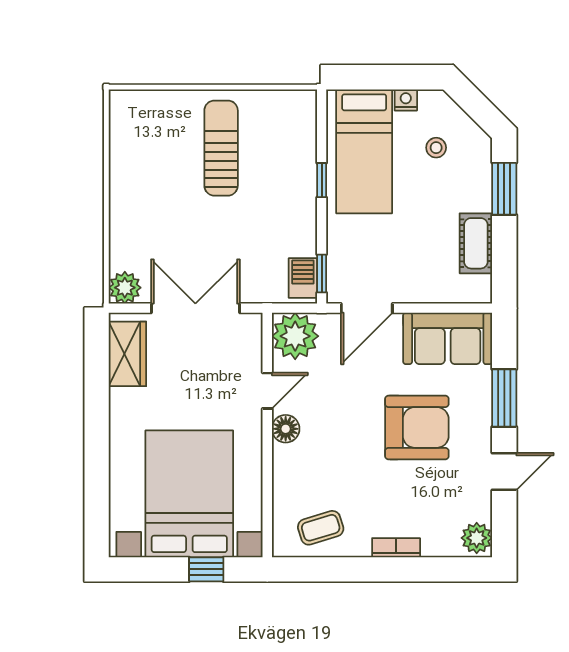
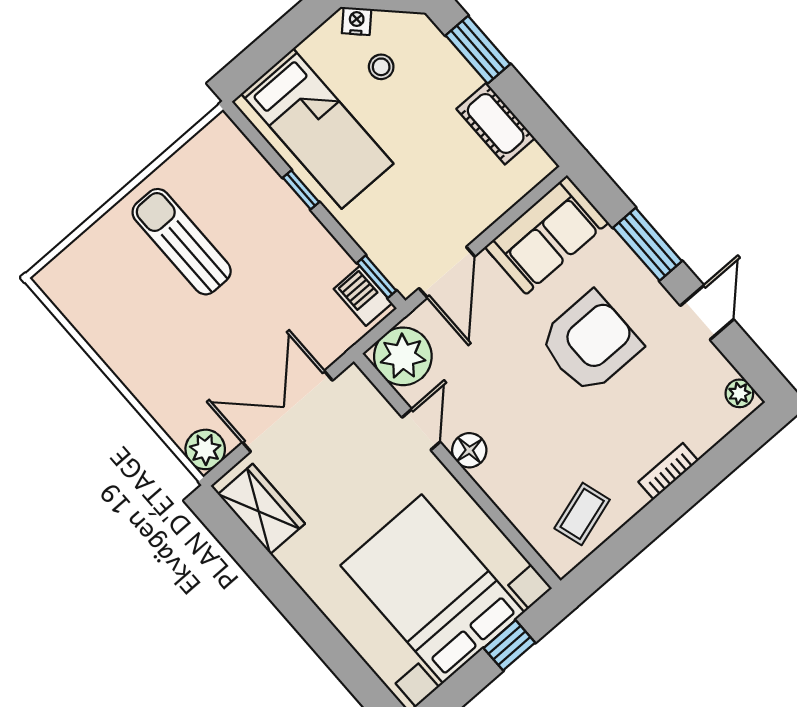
nightstand: (406, 100) -> (357, 21), moved, turned 45
plant: (477, 538) -> (739, 393), width x0.73, depth x0.73

